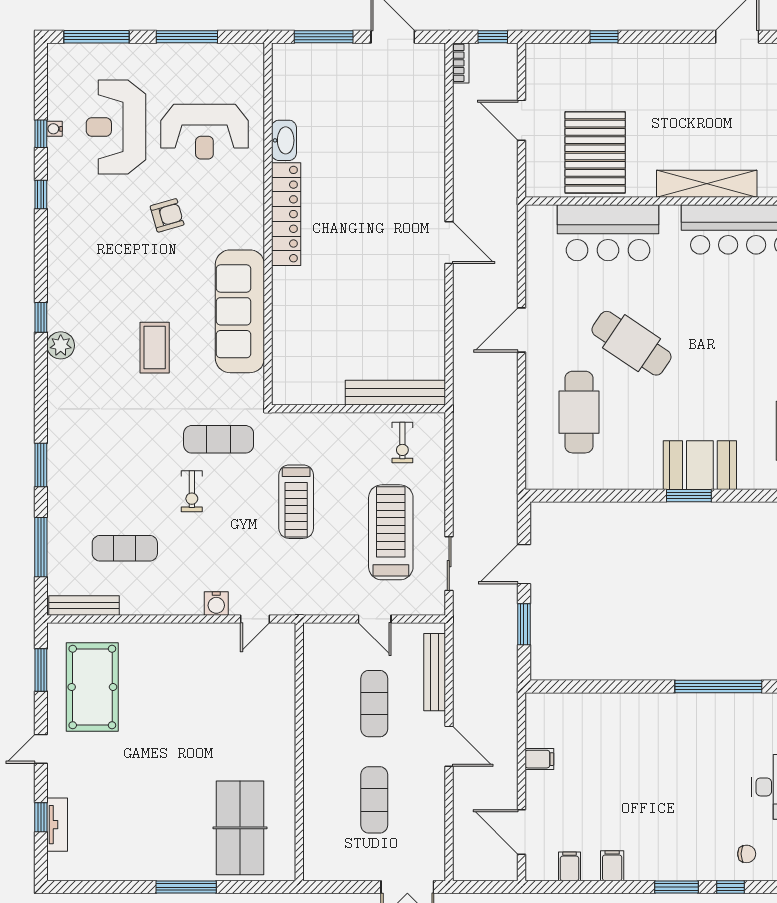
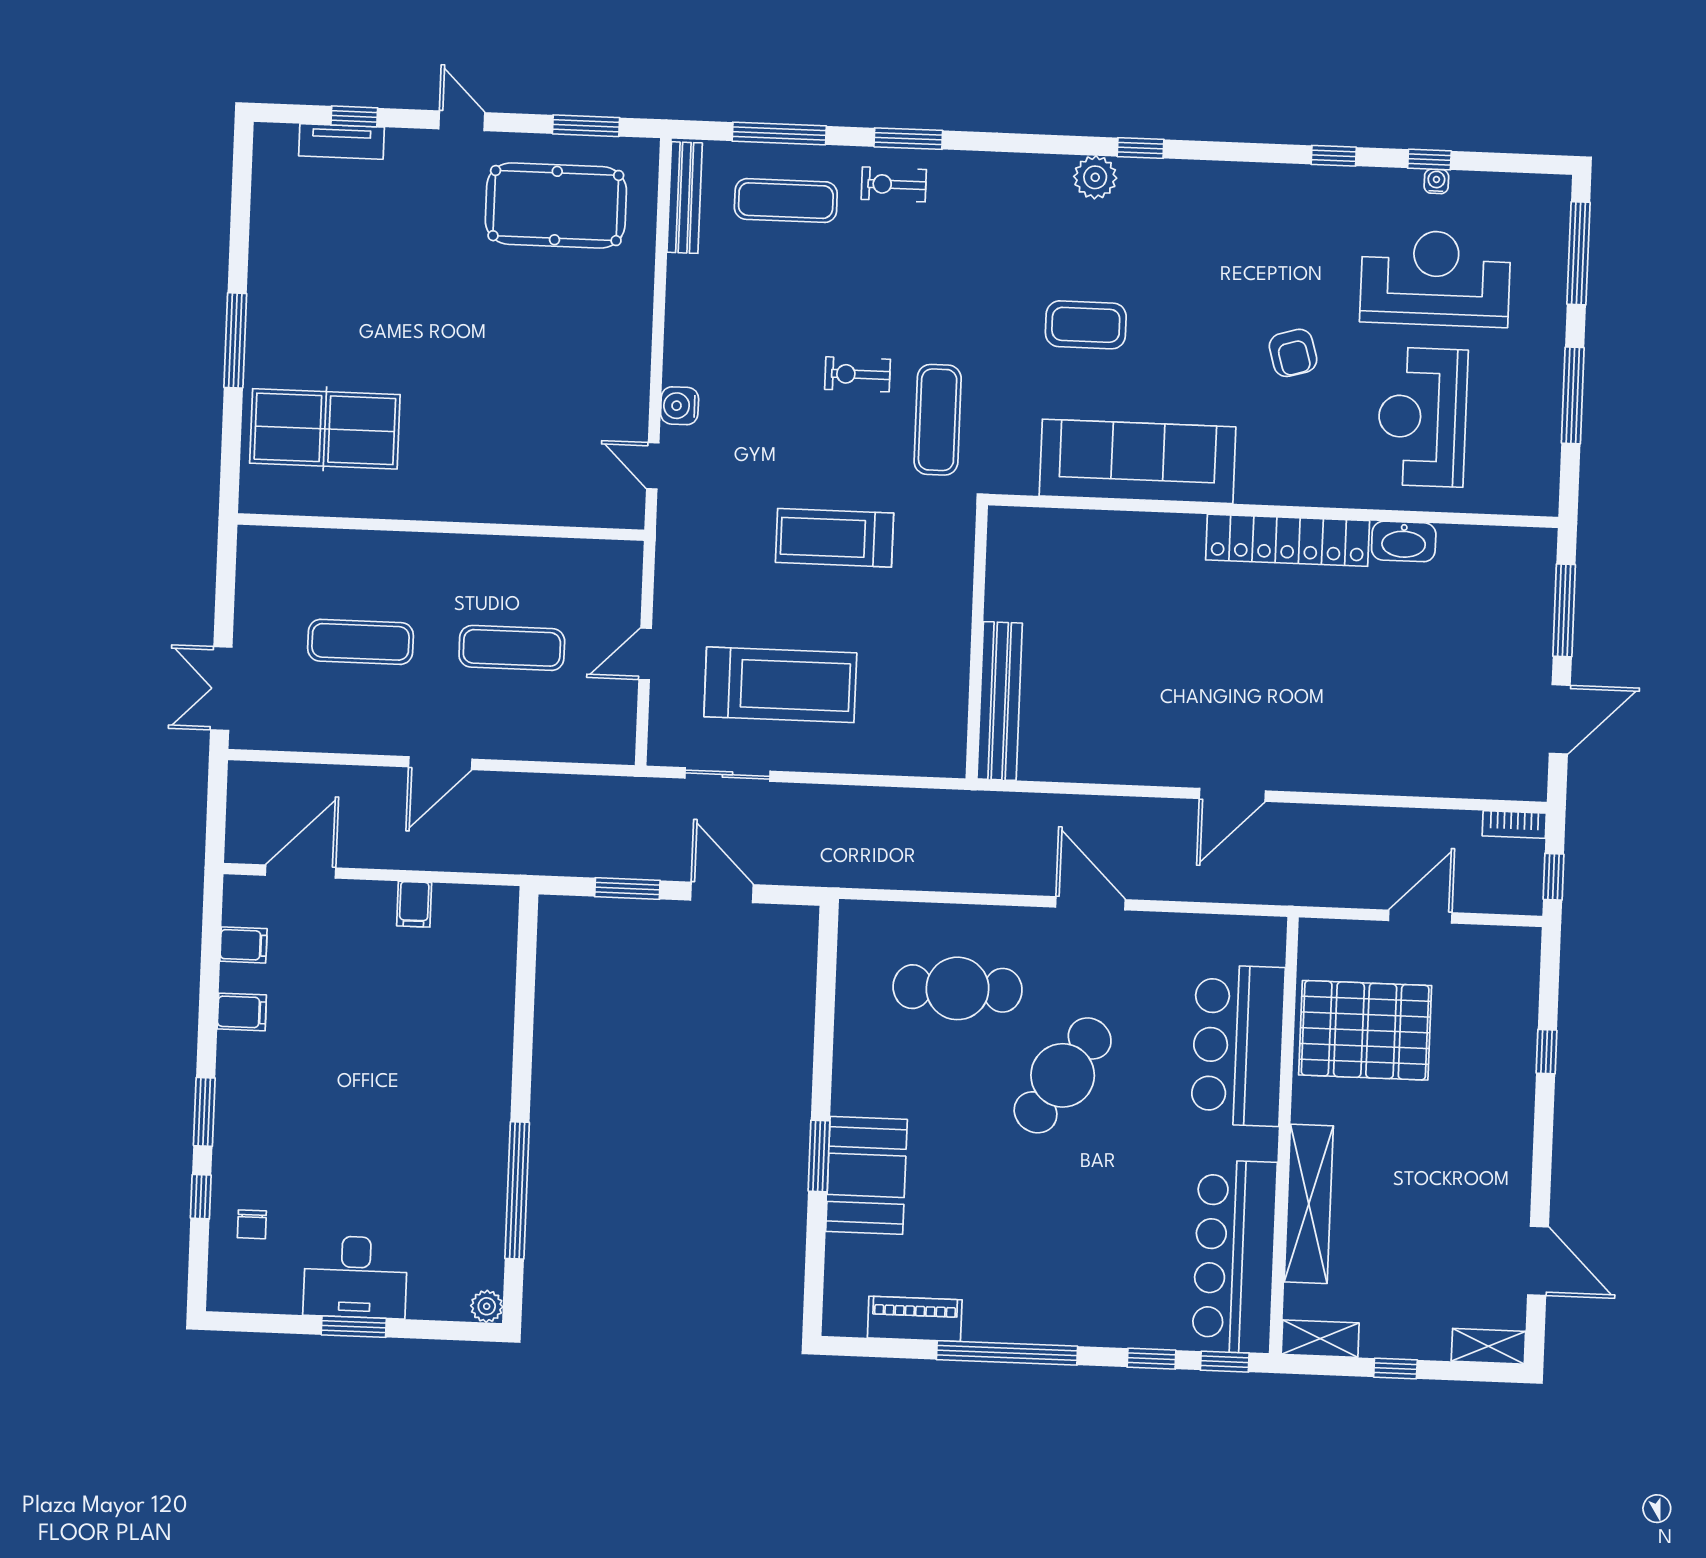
exercise bike: (402, 443) -> (894, 184), moved
exercise mat: (125, 548) -> (786, 201), moved, turned 90
bench: (435, 672) -> (558, 745), removed

